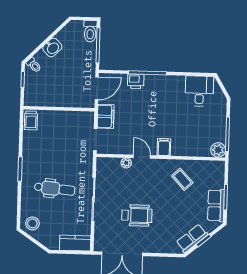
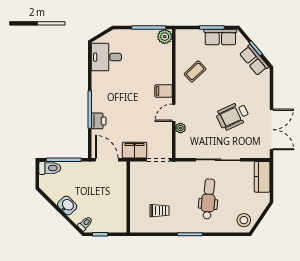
trolley: (31, 120) -> (159, 211), moved
wheelchair: (137, 215) -> (233, 116), turned -115

